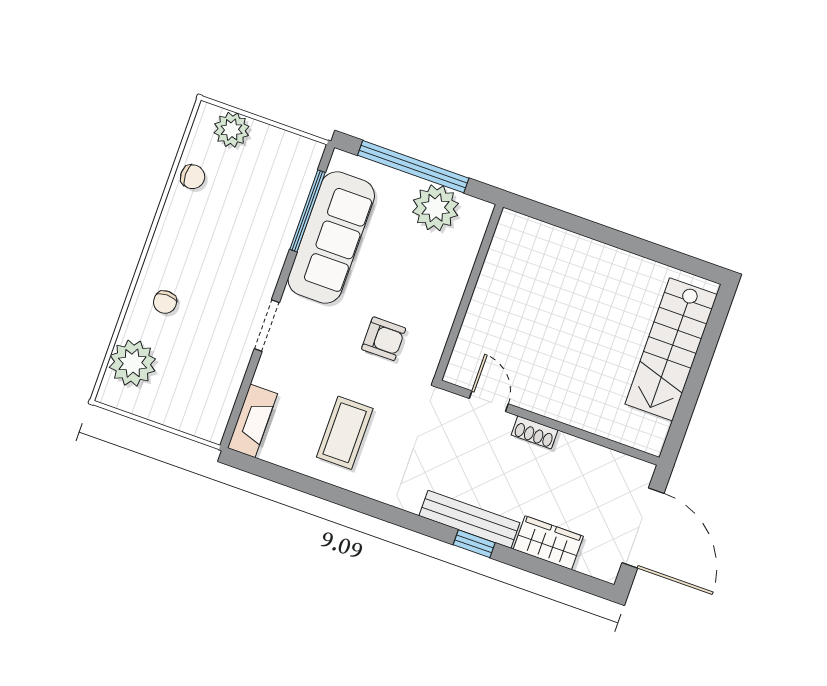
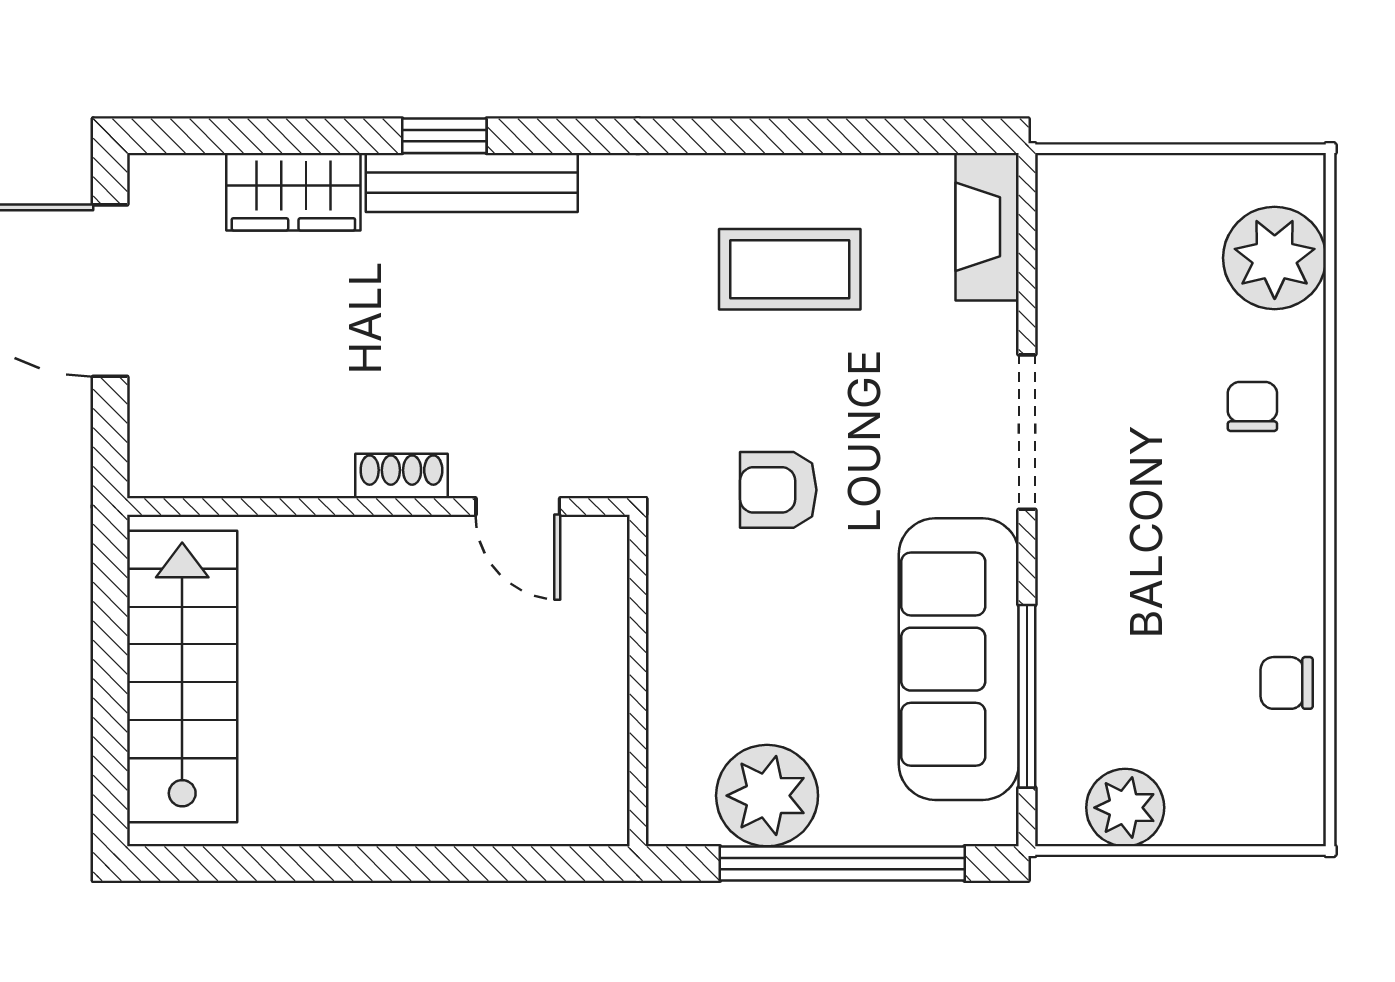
plant: (232, 130) -> (1125, 808), moved
doorway: (267, 326) -> (1027, 432), width x1.38
door: (489, 401) -> (518, 506), moved
wall: (549, 423) -> (378, 506), moved
shoe rack: (535, 432) -> (401, 476), moved
coffee table: (345, 433) -> (790, 269), turned 90

